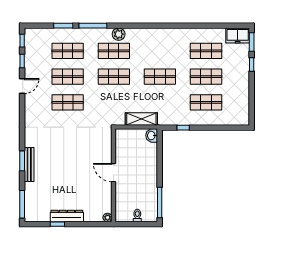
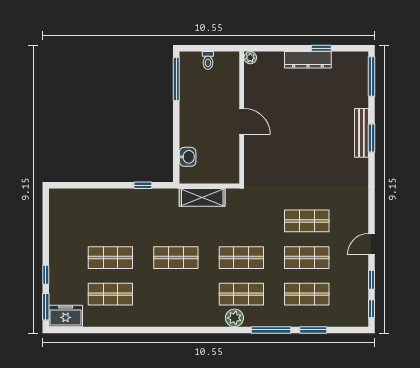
shop shelf: (206, 102) -> (110, 221), removed
washbasin: (152, 136) -> (188, 157), moved

